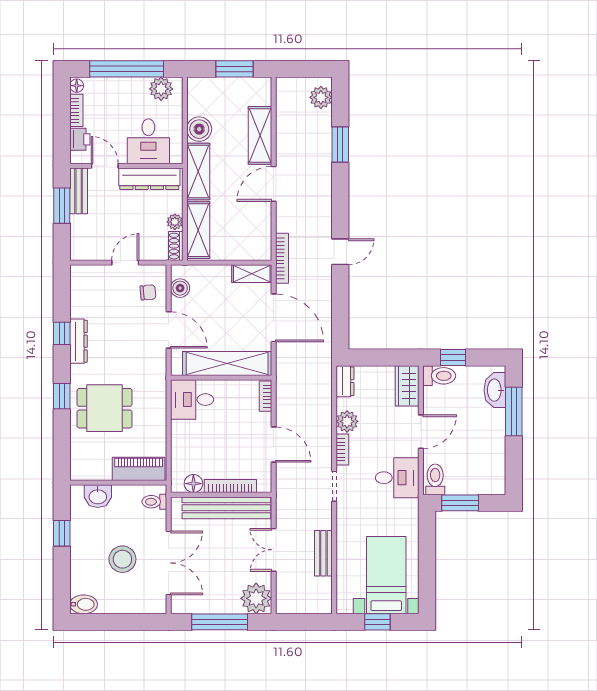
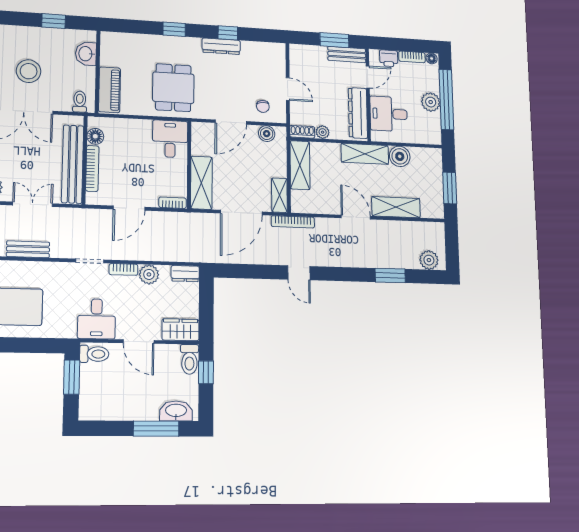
plant: (161, 89) -> (431, 102), moved
shelving: (198, 230) -> (300, 165), moved, turned 90
shelving: (227, 364) -> (201, 183), width x0.68
dining table: (104, 408) -> (173, 88), moved

